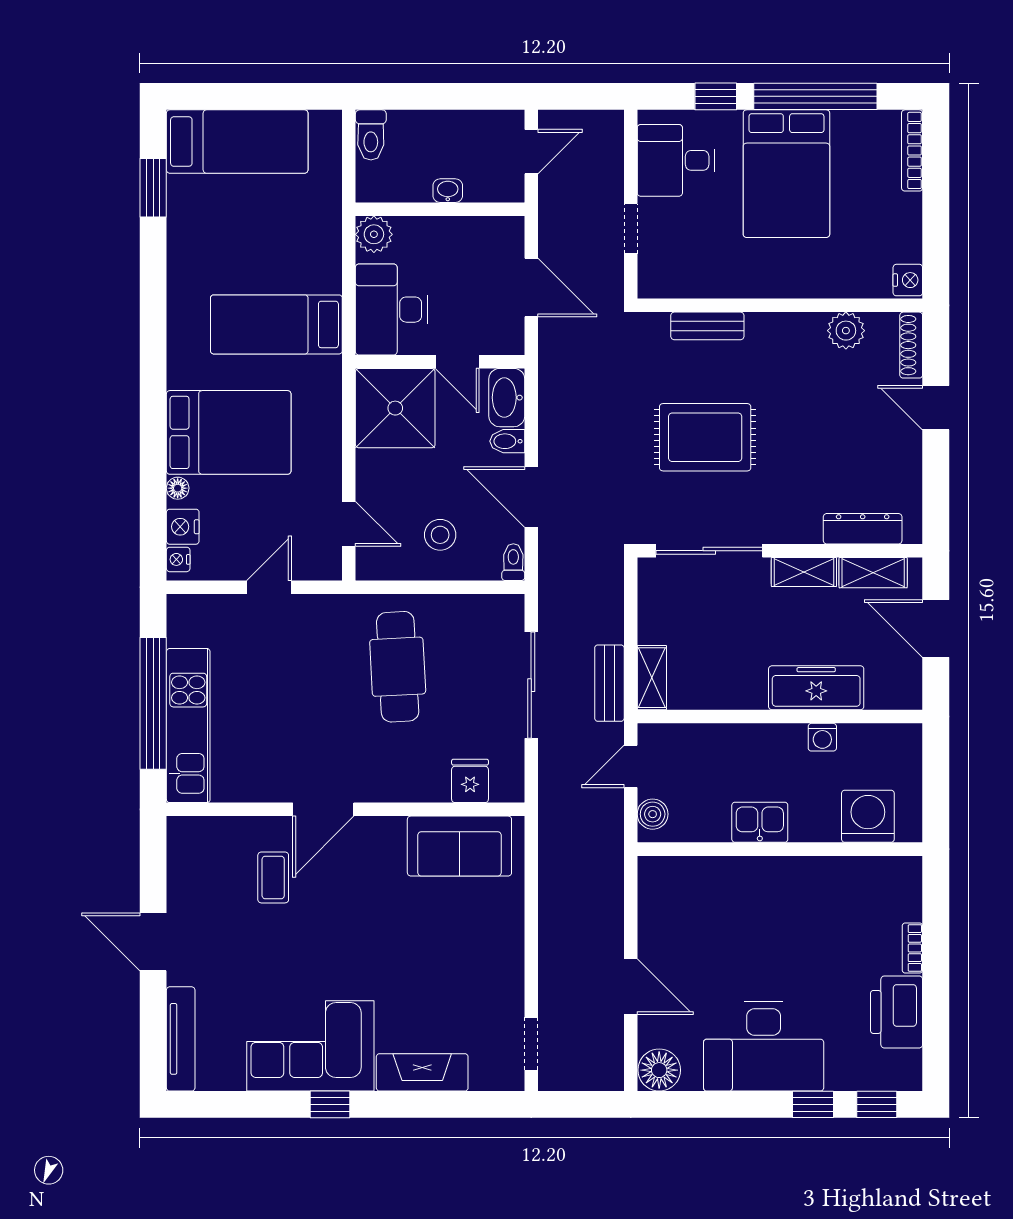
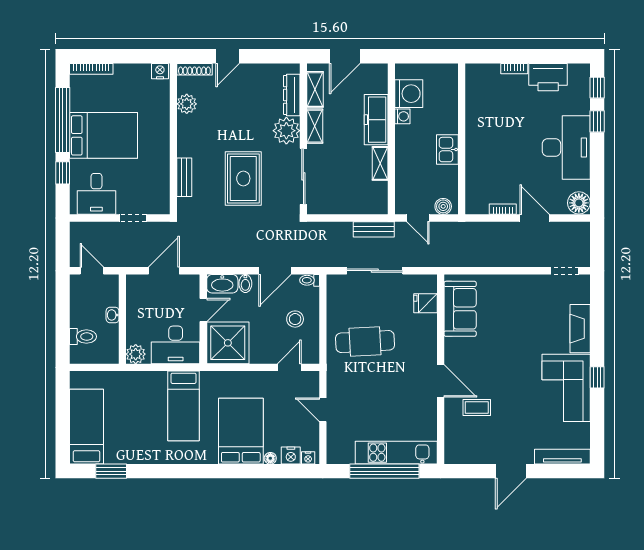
toilet: (371, 135) -> (83, 337), moved
plant: (795, 519) -> (286, 131), added
shelving: (652, 678) -> (380, 163), moved, turned 90
washing machine: (868, 816) -> (409, 94), moved, turned 180
bookcase: (647, 926) -> (503, 209), added
door: (631, 987) -> (535, 218), hinge flipped

